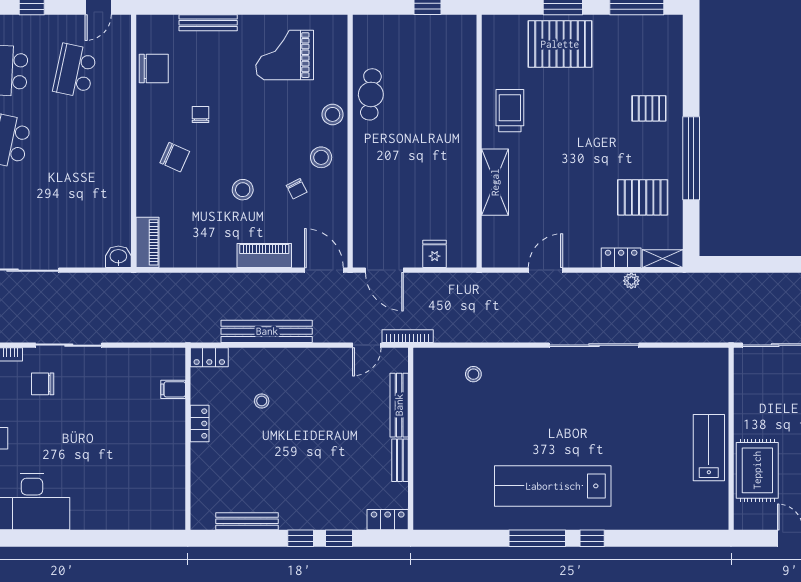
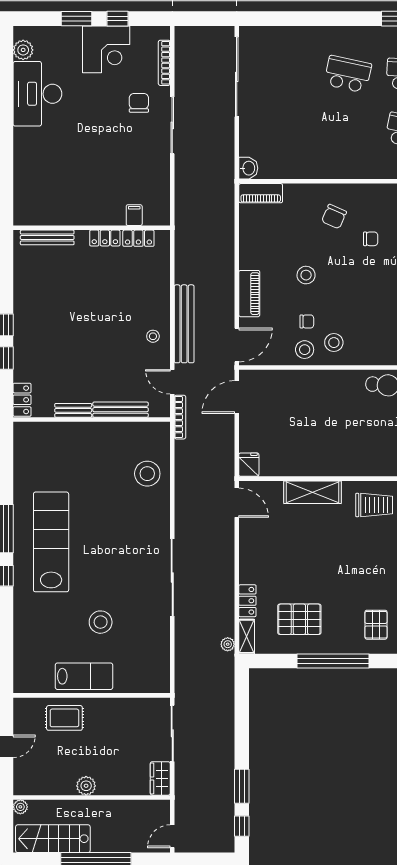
stool: (332, 114) -> (305, 350), moved
chair: (297, 189) -> (307, 321), turned -153
pallet: (643, 197) -> (299, 619), turned 90
fridge: (435, 254) -> (249, 465), moved, turned -90
door: (545, 270) -> (237, 503), moved
plant: (631, 281) -> (228, 644), moved
bench: (267, 331) -> (184, 324), moved
locker: (209, 357) -> (138, 238), moved, turned -90
stool: (473, 374) -> (147, 474), width x1.89, depth x1.89
stool: (262, 401) -> (153, 336), moved
stool: (646, 428) -> (101, 622), added
rug: (757, 470) -> (64, 718), width x0.73, depth x0.70
bench: (247, 521) -> (47, 237), moved, turned 90

